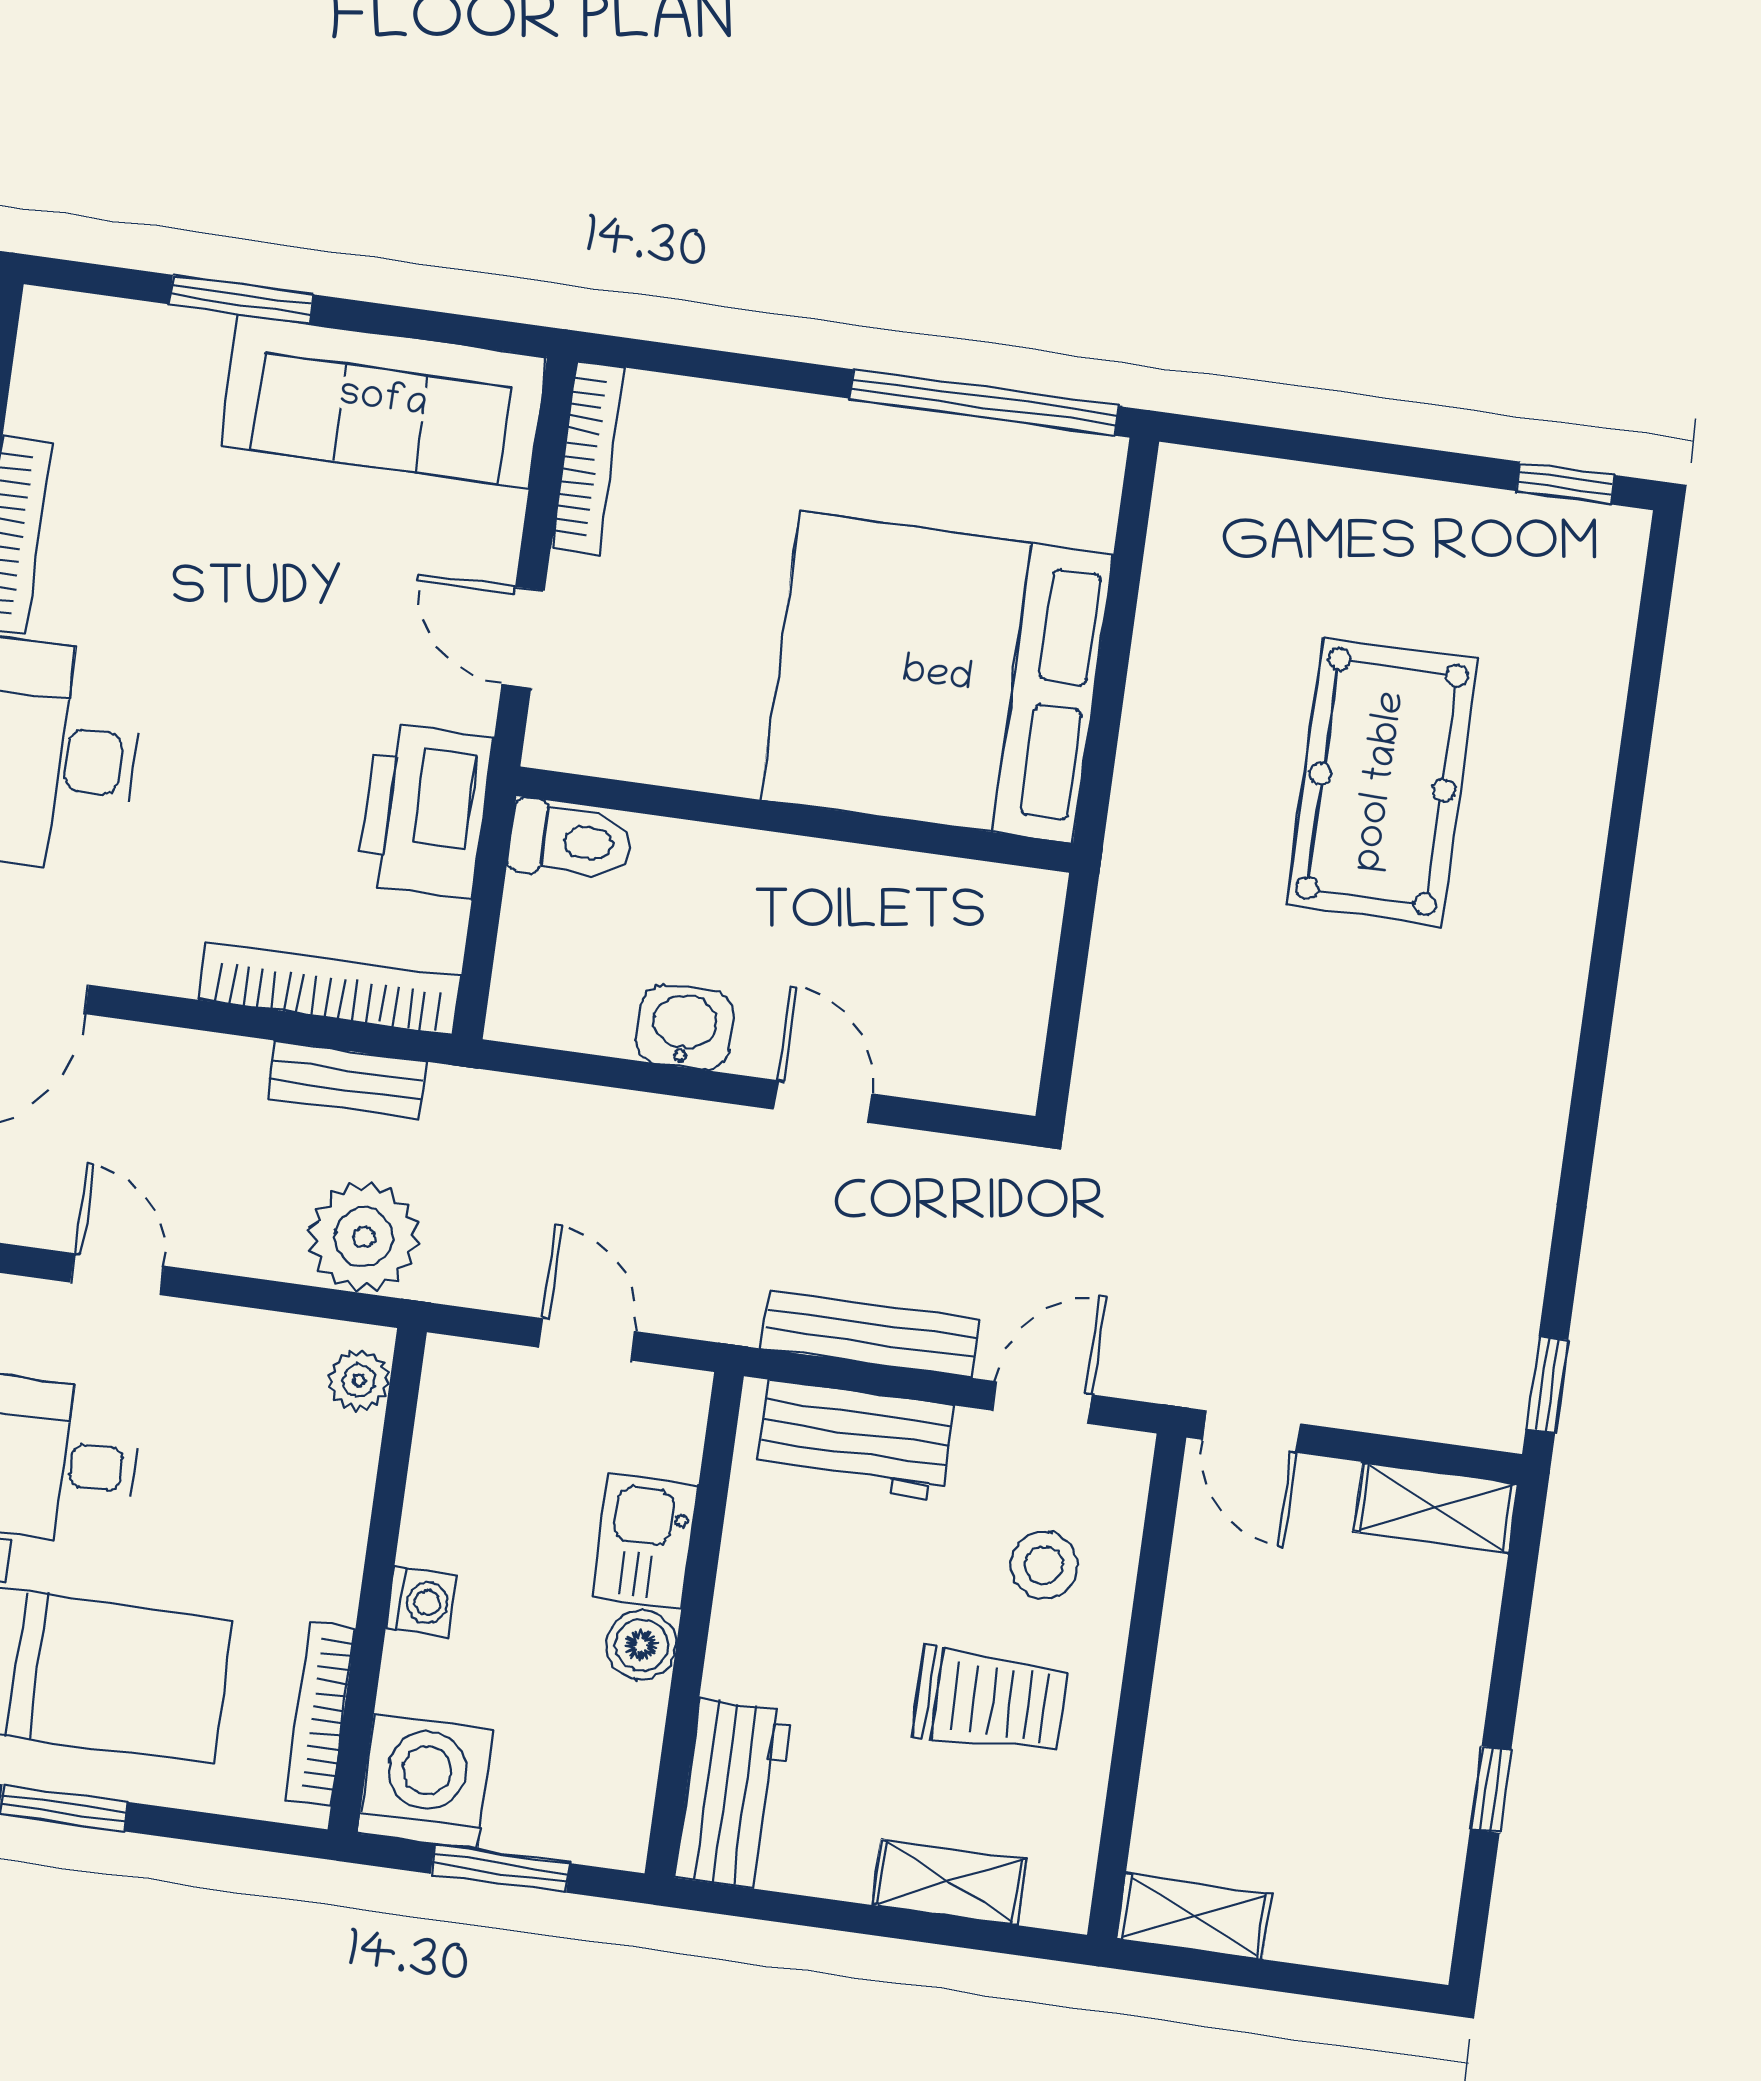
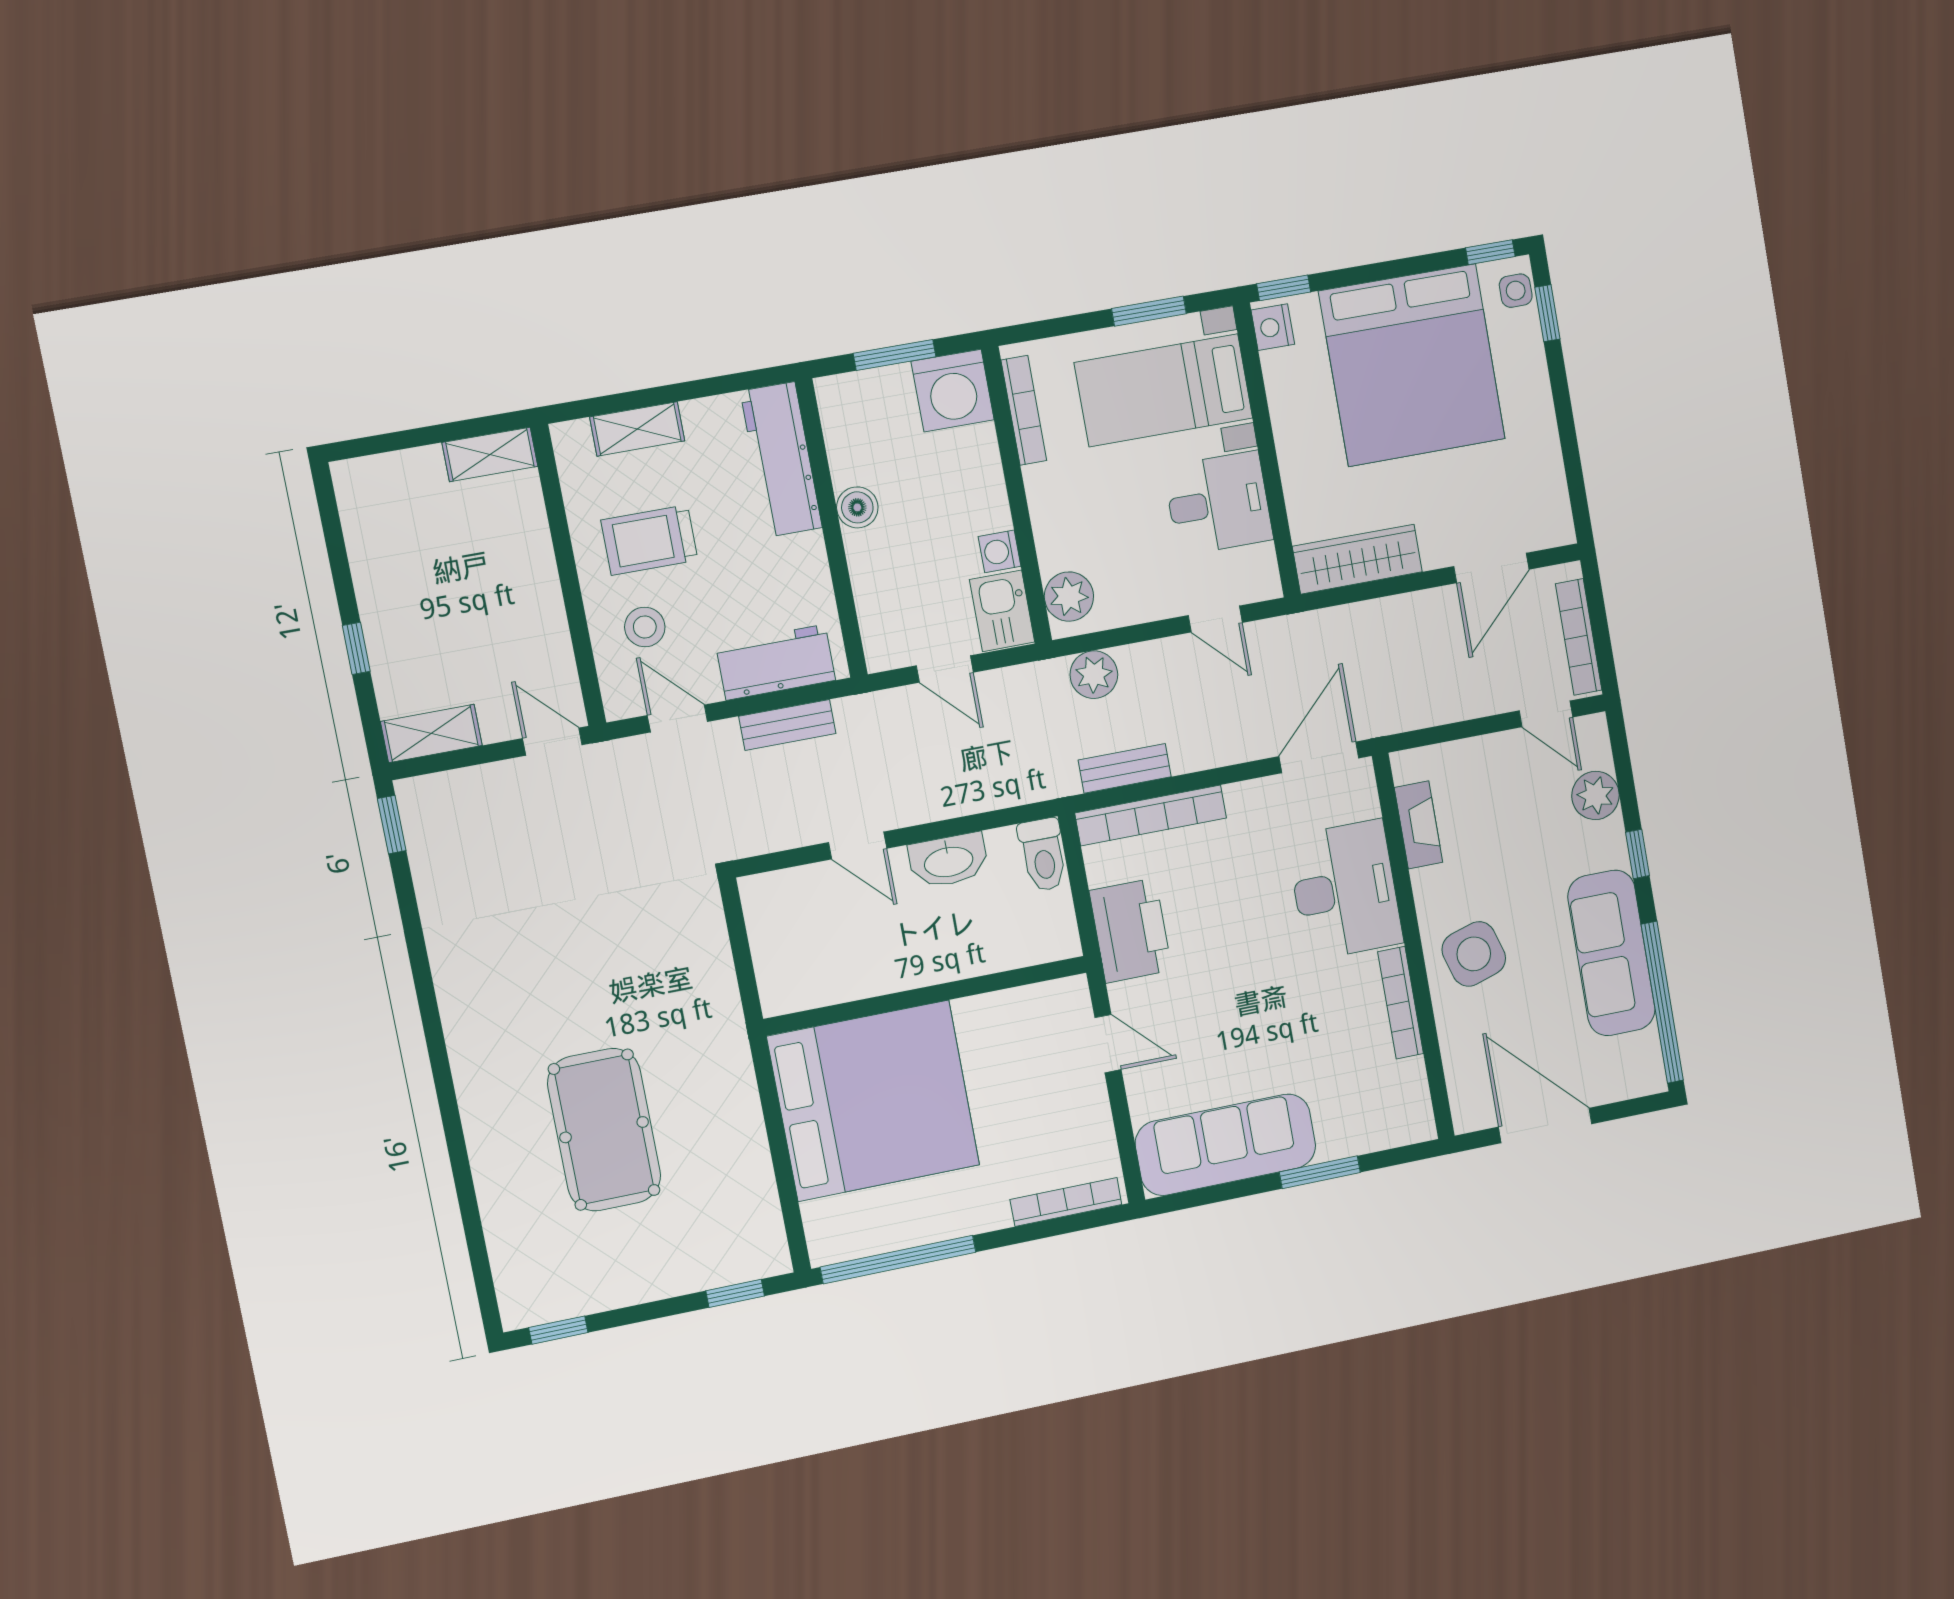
window: (1265, 441) -> (735, 1293), added
bookcase: (588, 458) -> (1066, 1202), moved, turned 90
toilet: (571, 841) -> (1043, 855), moved, turned -90
washbasin: (684, 1027) -> (948, 861), width x1.38
plant: (364, 1237) -> (1094, 675), width x0.73, depth x0.73
bench: (871, 1334) -> (787, 725), width x0.73
plant: (359, 1380) -> (1069, 597), width x1.38, depth x1.38
door: (1042, 1402) -> (677, 718), swing flipped
kitchen sink: (645, 1541) -> (1002, 611), moved, turned 180
washing machine: (421, 1602) -> (1000, 551), moved
window: (1491, 1789) -> (356, 648), moved
workbench: (733, 1794) -> (781, 459), width x1.38

